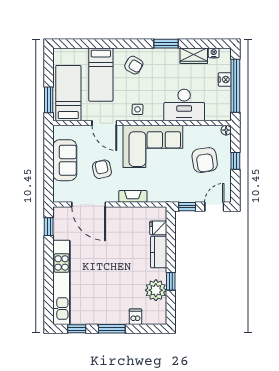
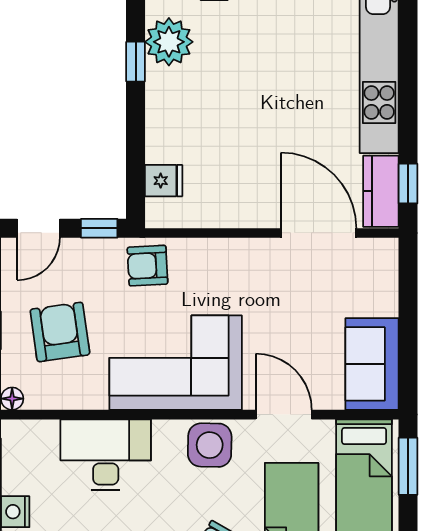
side table: (138, 109) -> (210, 445), width x1.87, depth x1.87
sofa: (65, 160) -> (372, 364), moved
armchair: (102, 169) -> (147, 266), moved, turned 99
fireplace: (133, 196) -> (220, 251), removed
kitchen counter: (159, 252) -> (381, 191), moved, turned 180

